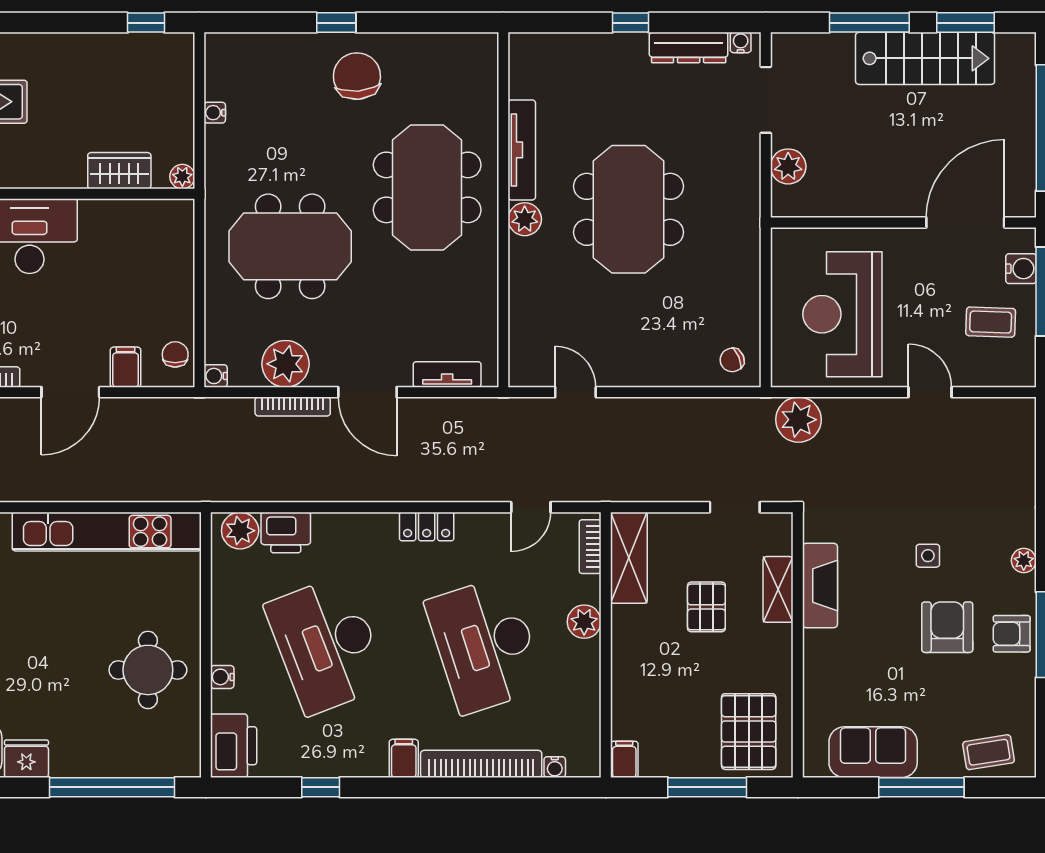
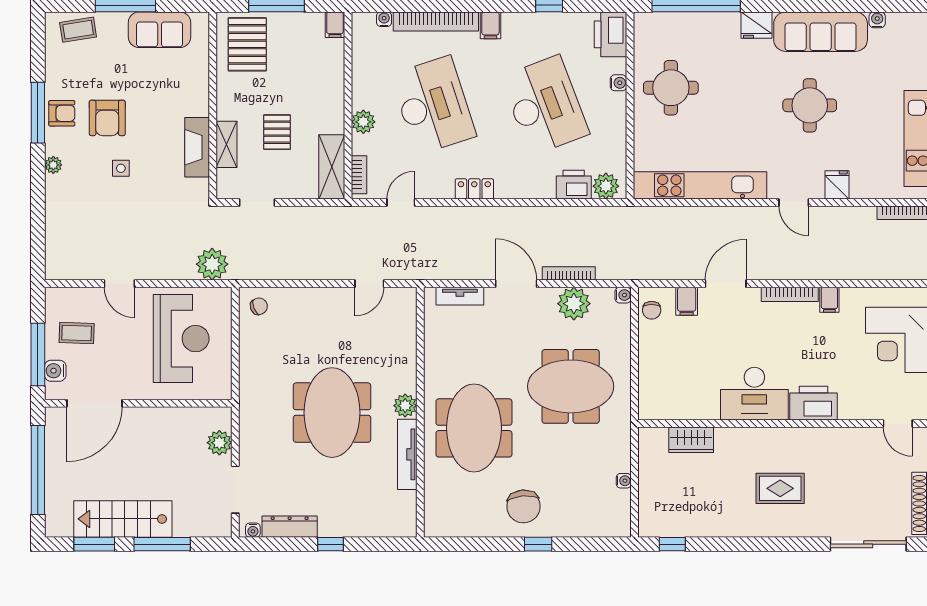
plant: (182, 177) -> (647, 436), removed
door: (575, 392) -> (369, 284), hinge flipped

